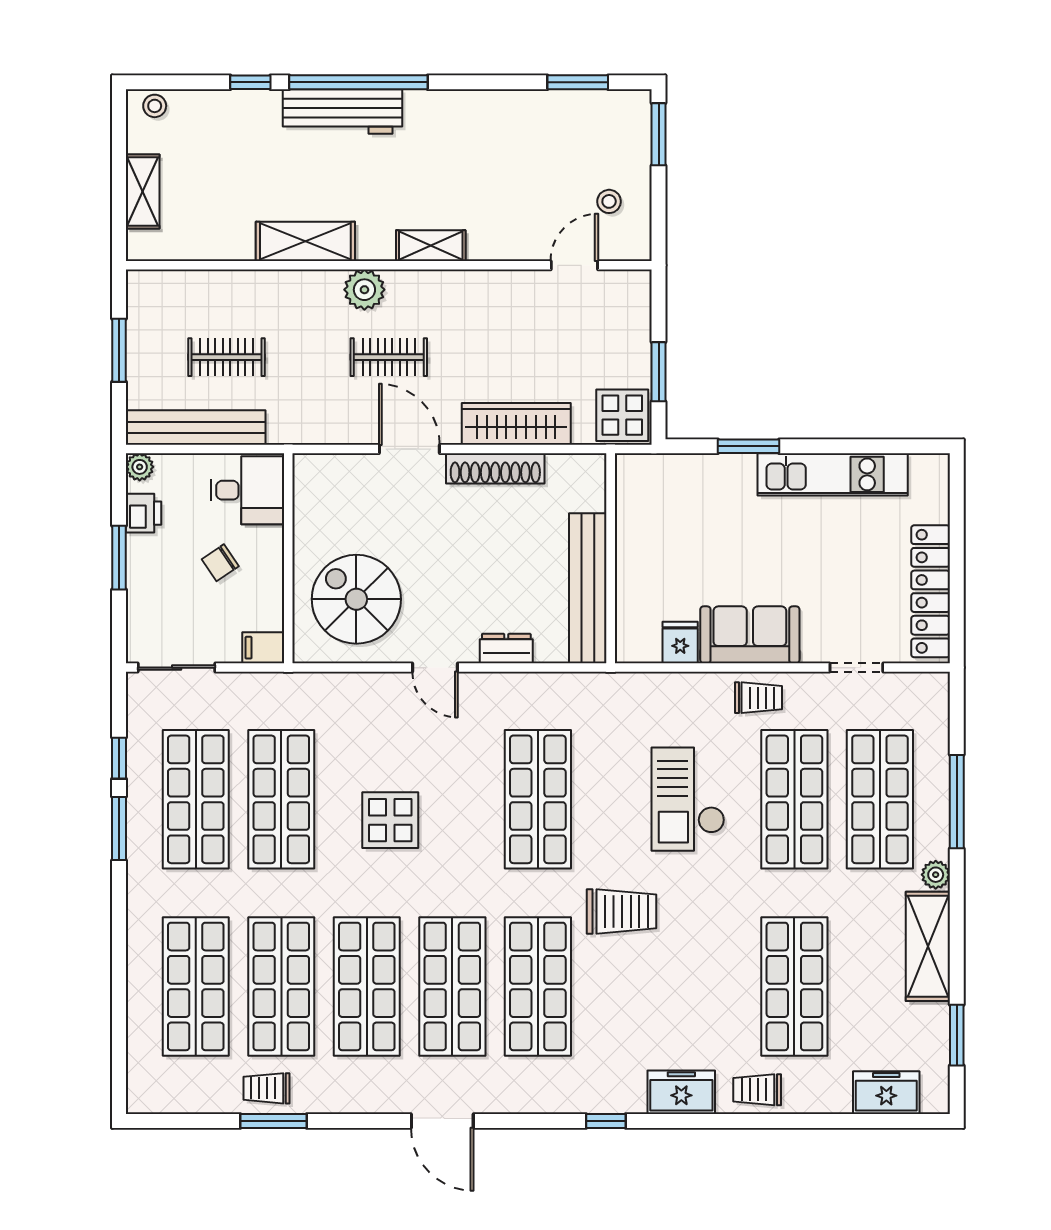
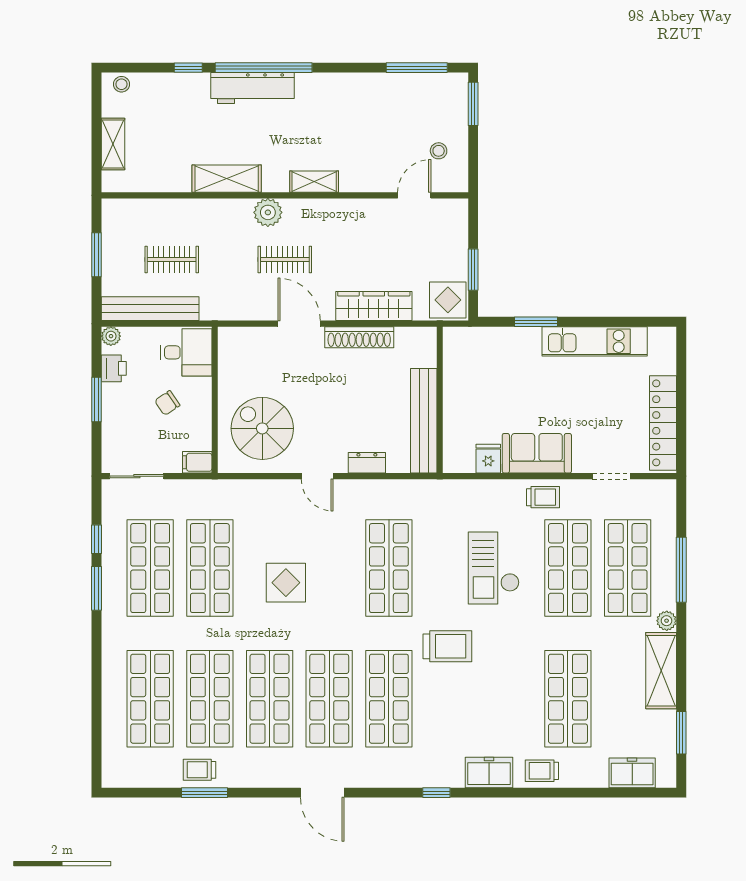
window: (578, 82) -> (417, 68), width x1.44

